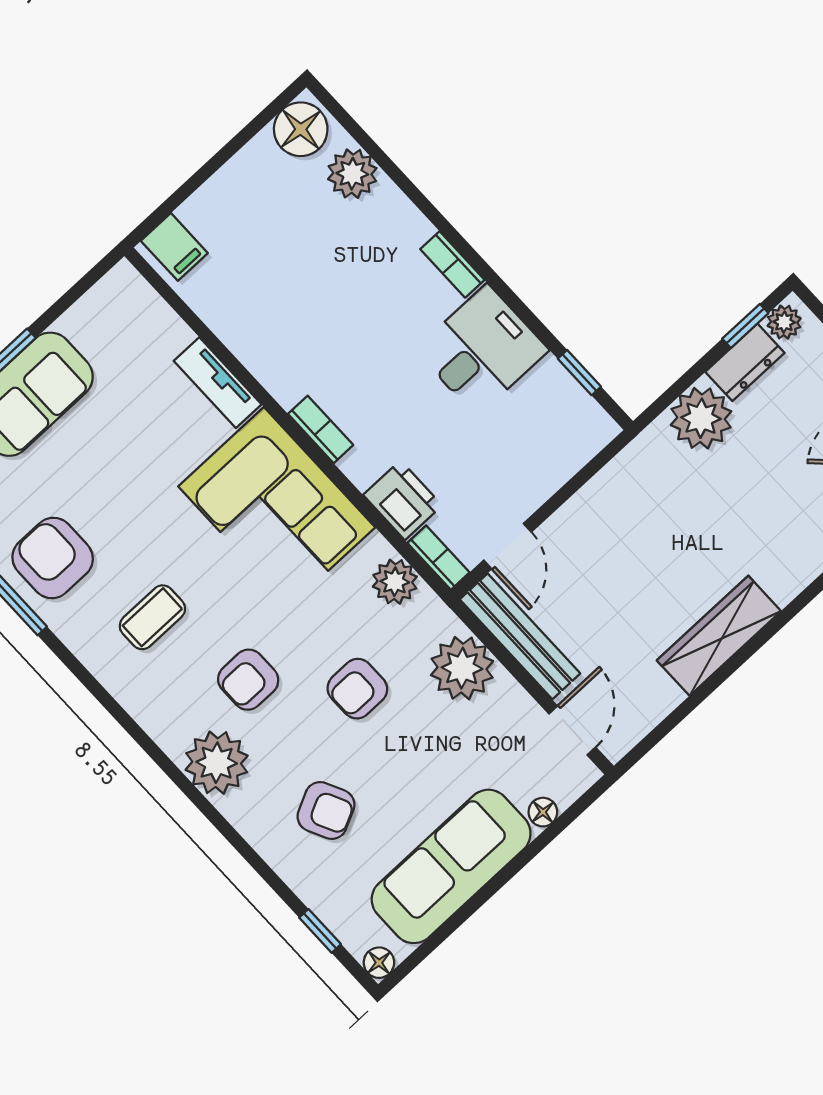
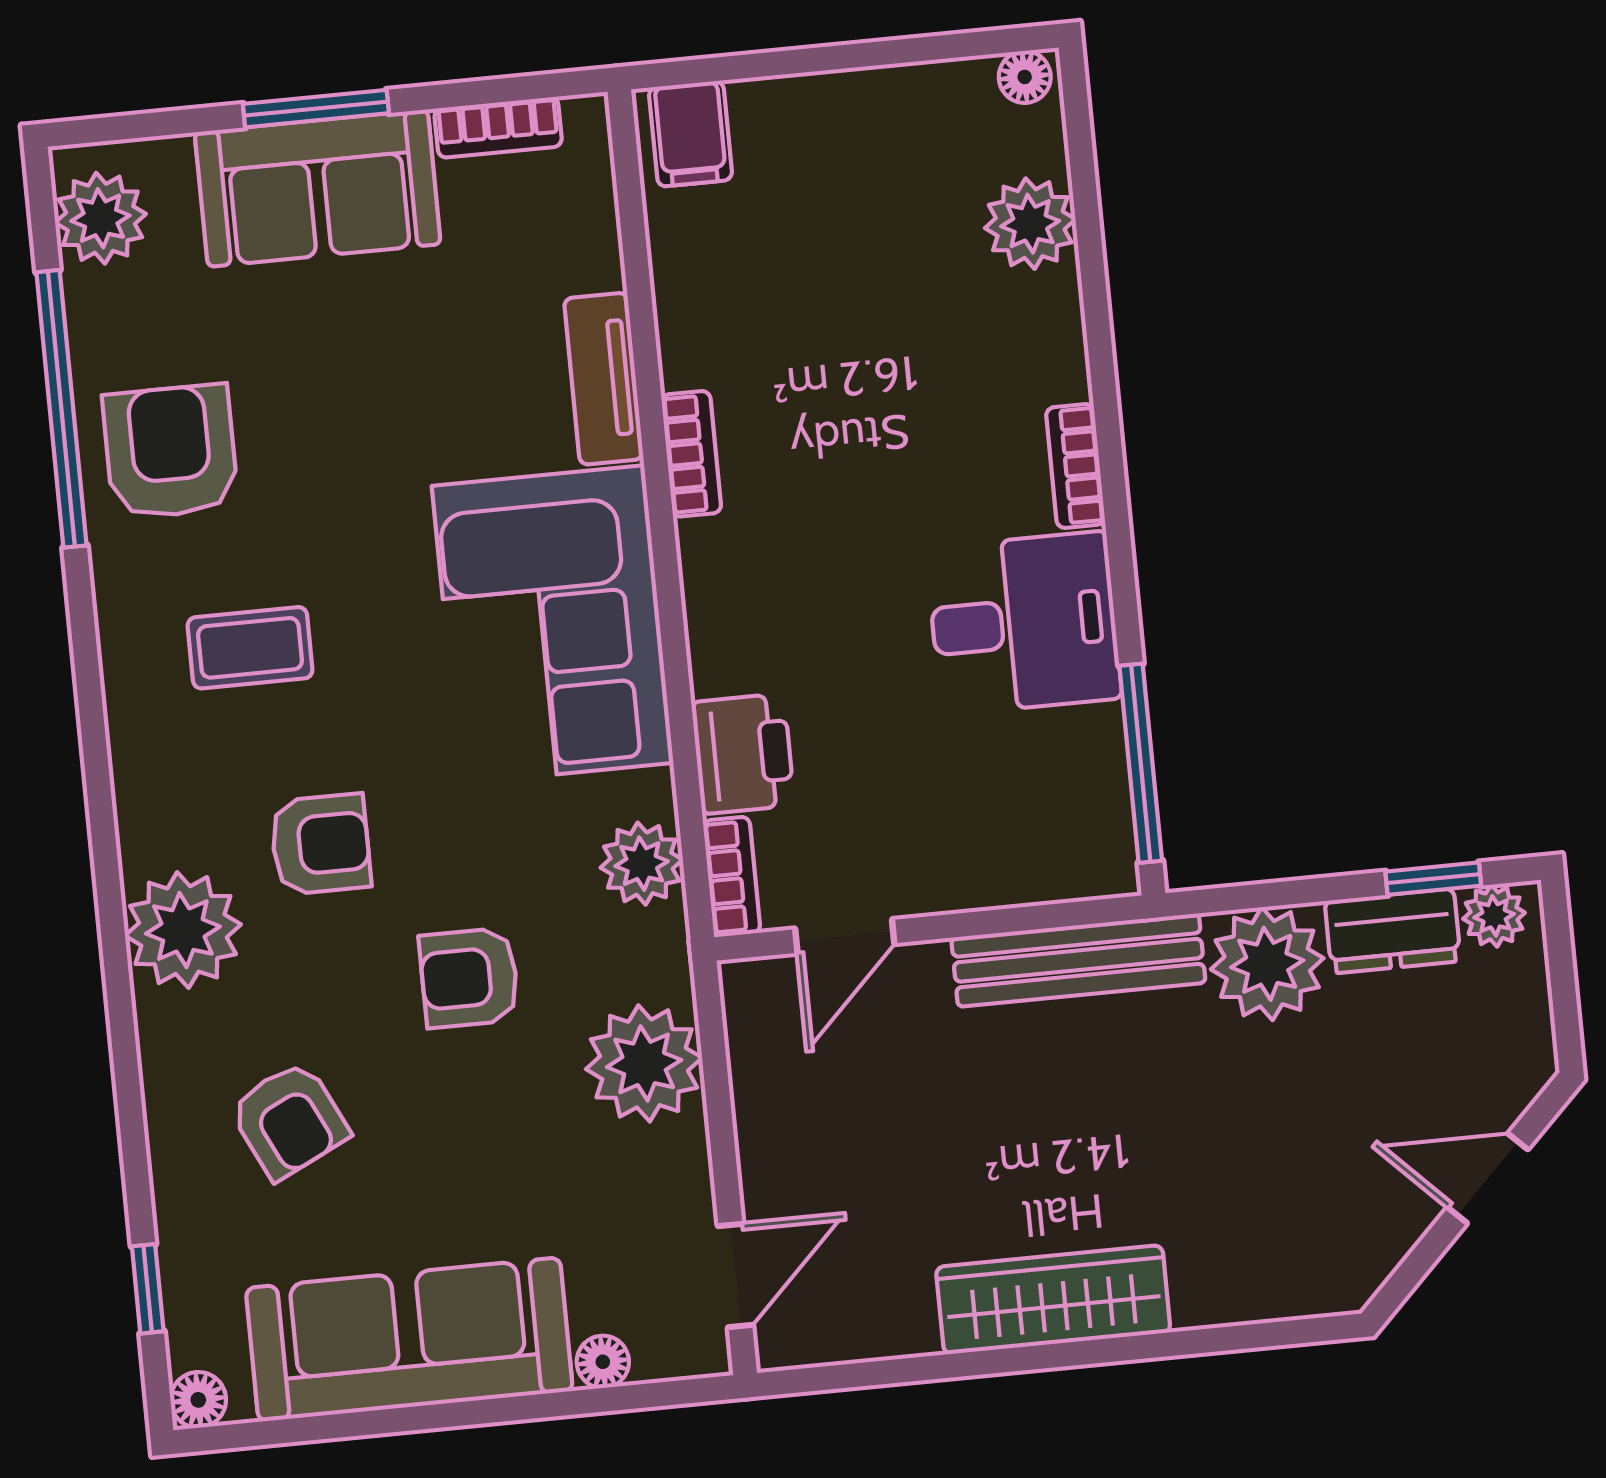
floor lamp: (301, 129) -> (1025, 77), width x0.53, depth x0.53
bookcase: (88, 308) -> (498, 127), added
window: (579, 373) -> (1141, 763), width x2.17
bookcase: (321, 429) -> (691, 454), moved
bench: (520, 636) -> (1078, 960), moved, turned 90
armchair: (248, 680) -> (320, 844), turned 180

